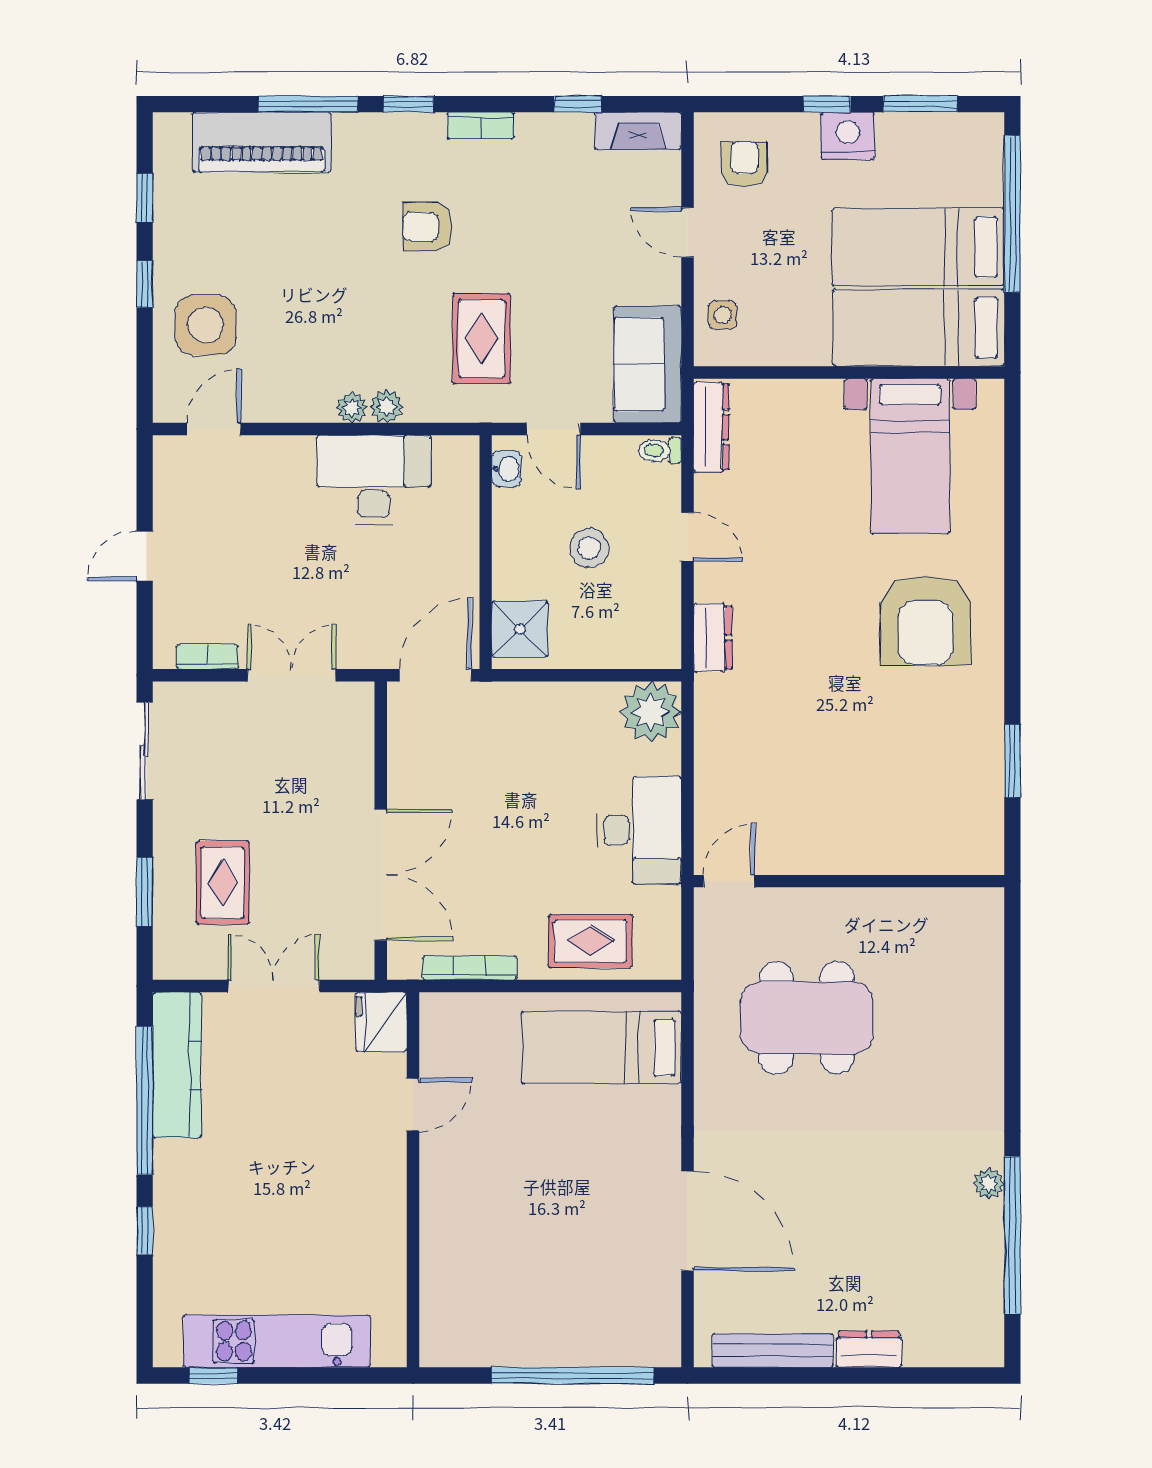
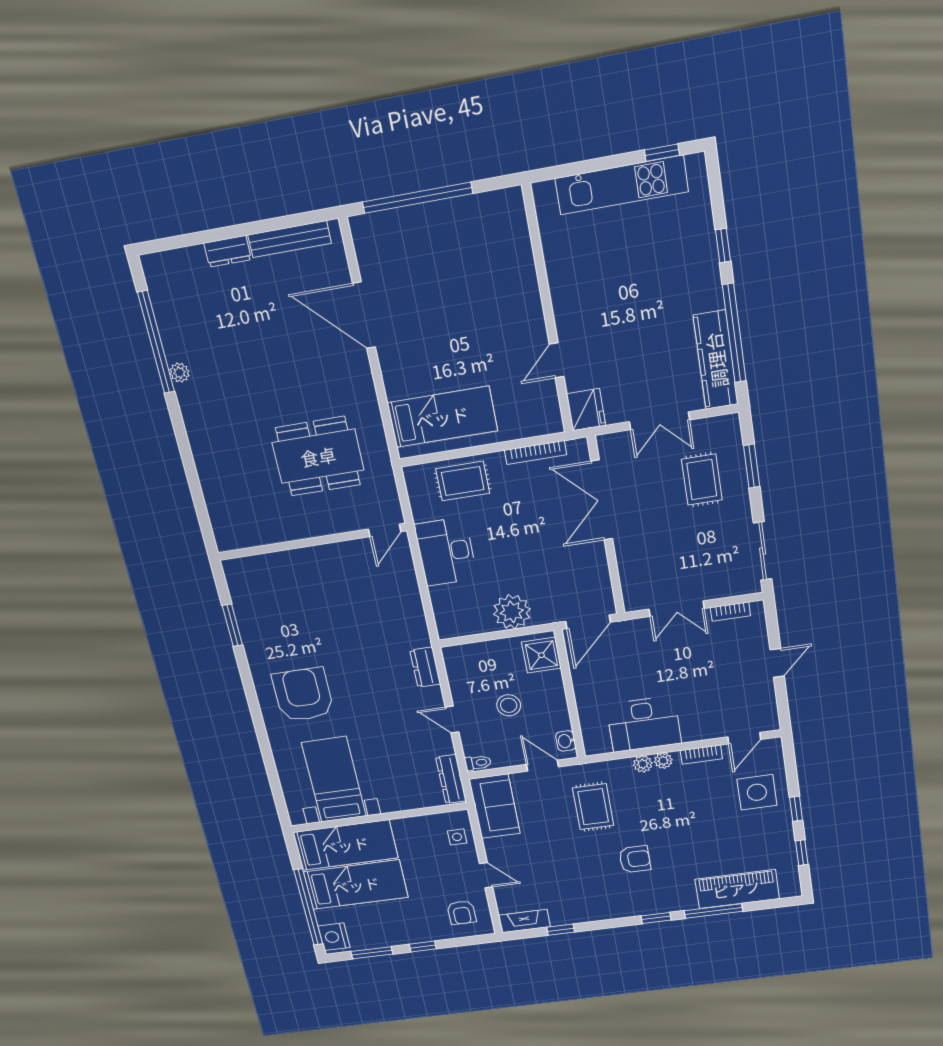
bookcase: (481, 126) -> (701, 755), moved, turned 180
nightstand: (848, 136) -> (334, 937), moved, turned 90
plant: (651, 712) -> (512, 612), moved

